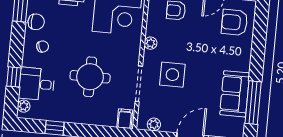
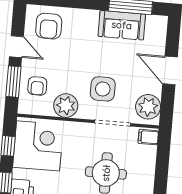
plant: (151, 43) -> (66, 106), width x1.88, depth x1.88
plant: (154, 124) -> (148, 107), width x1.88, depth x1.88

